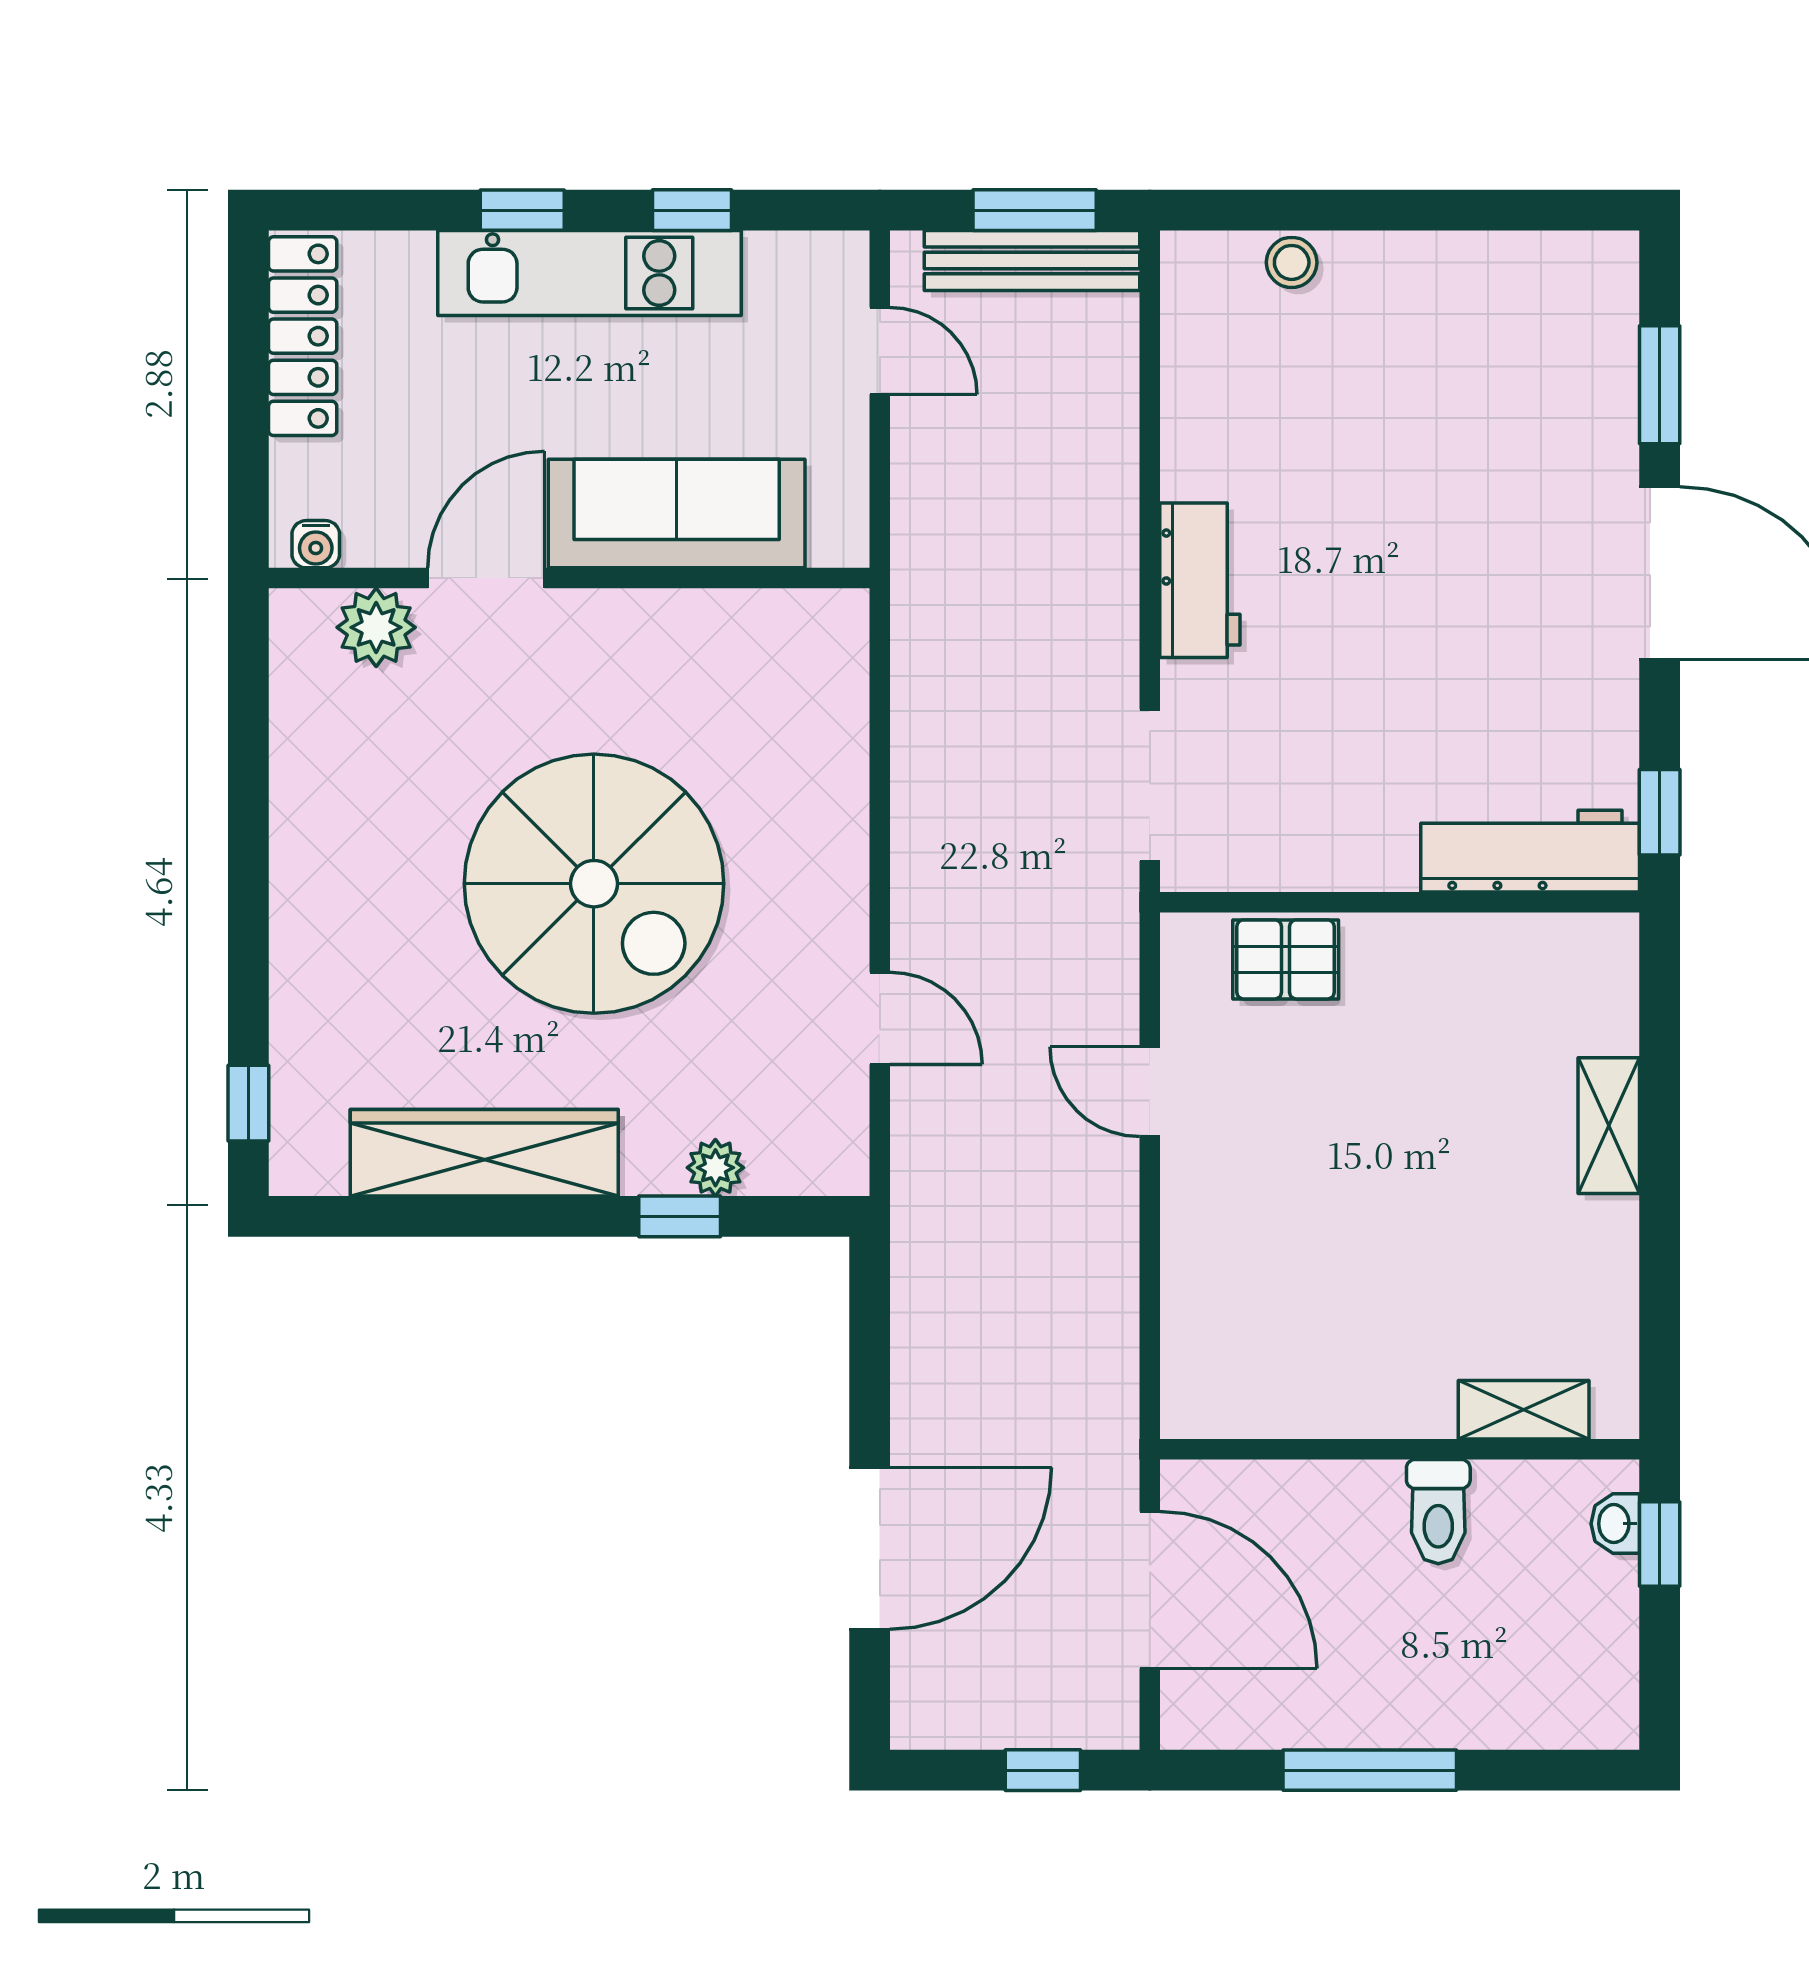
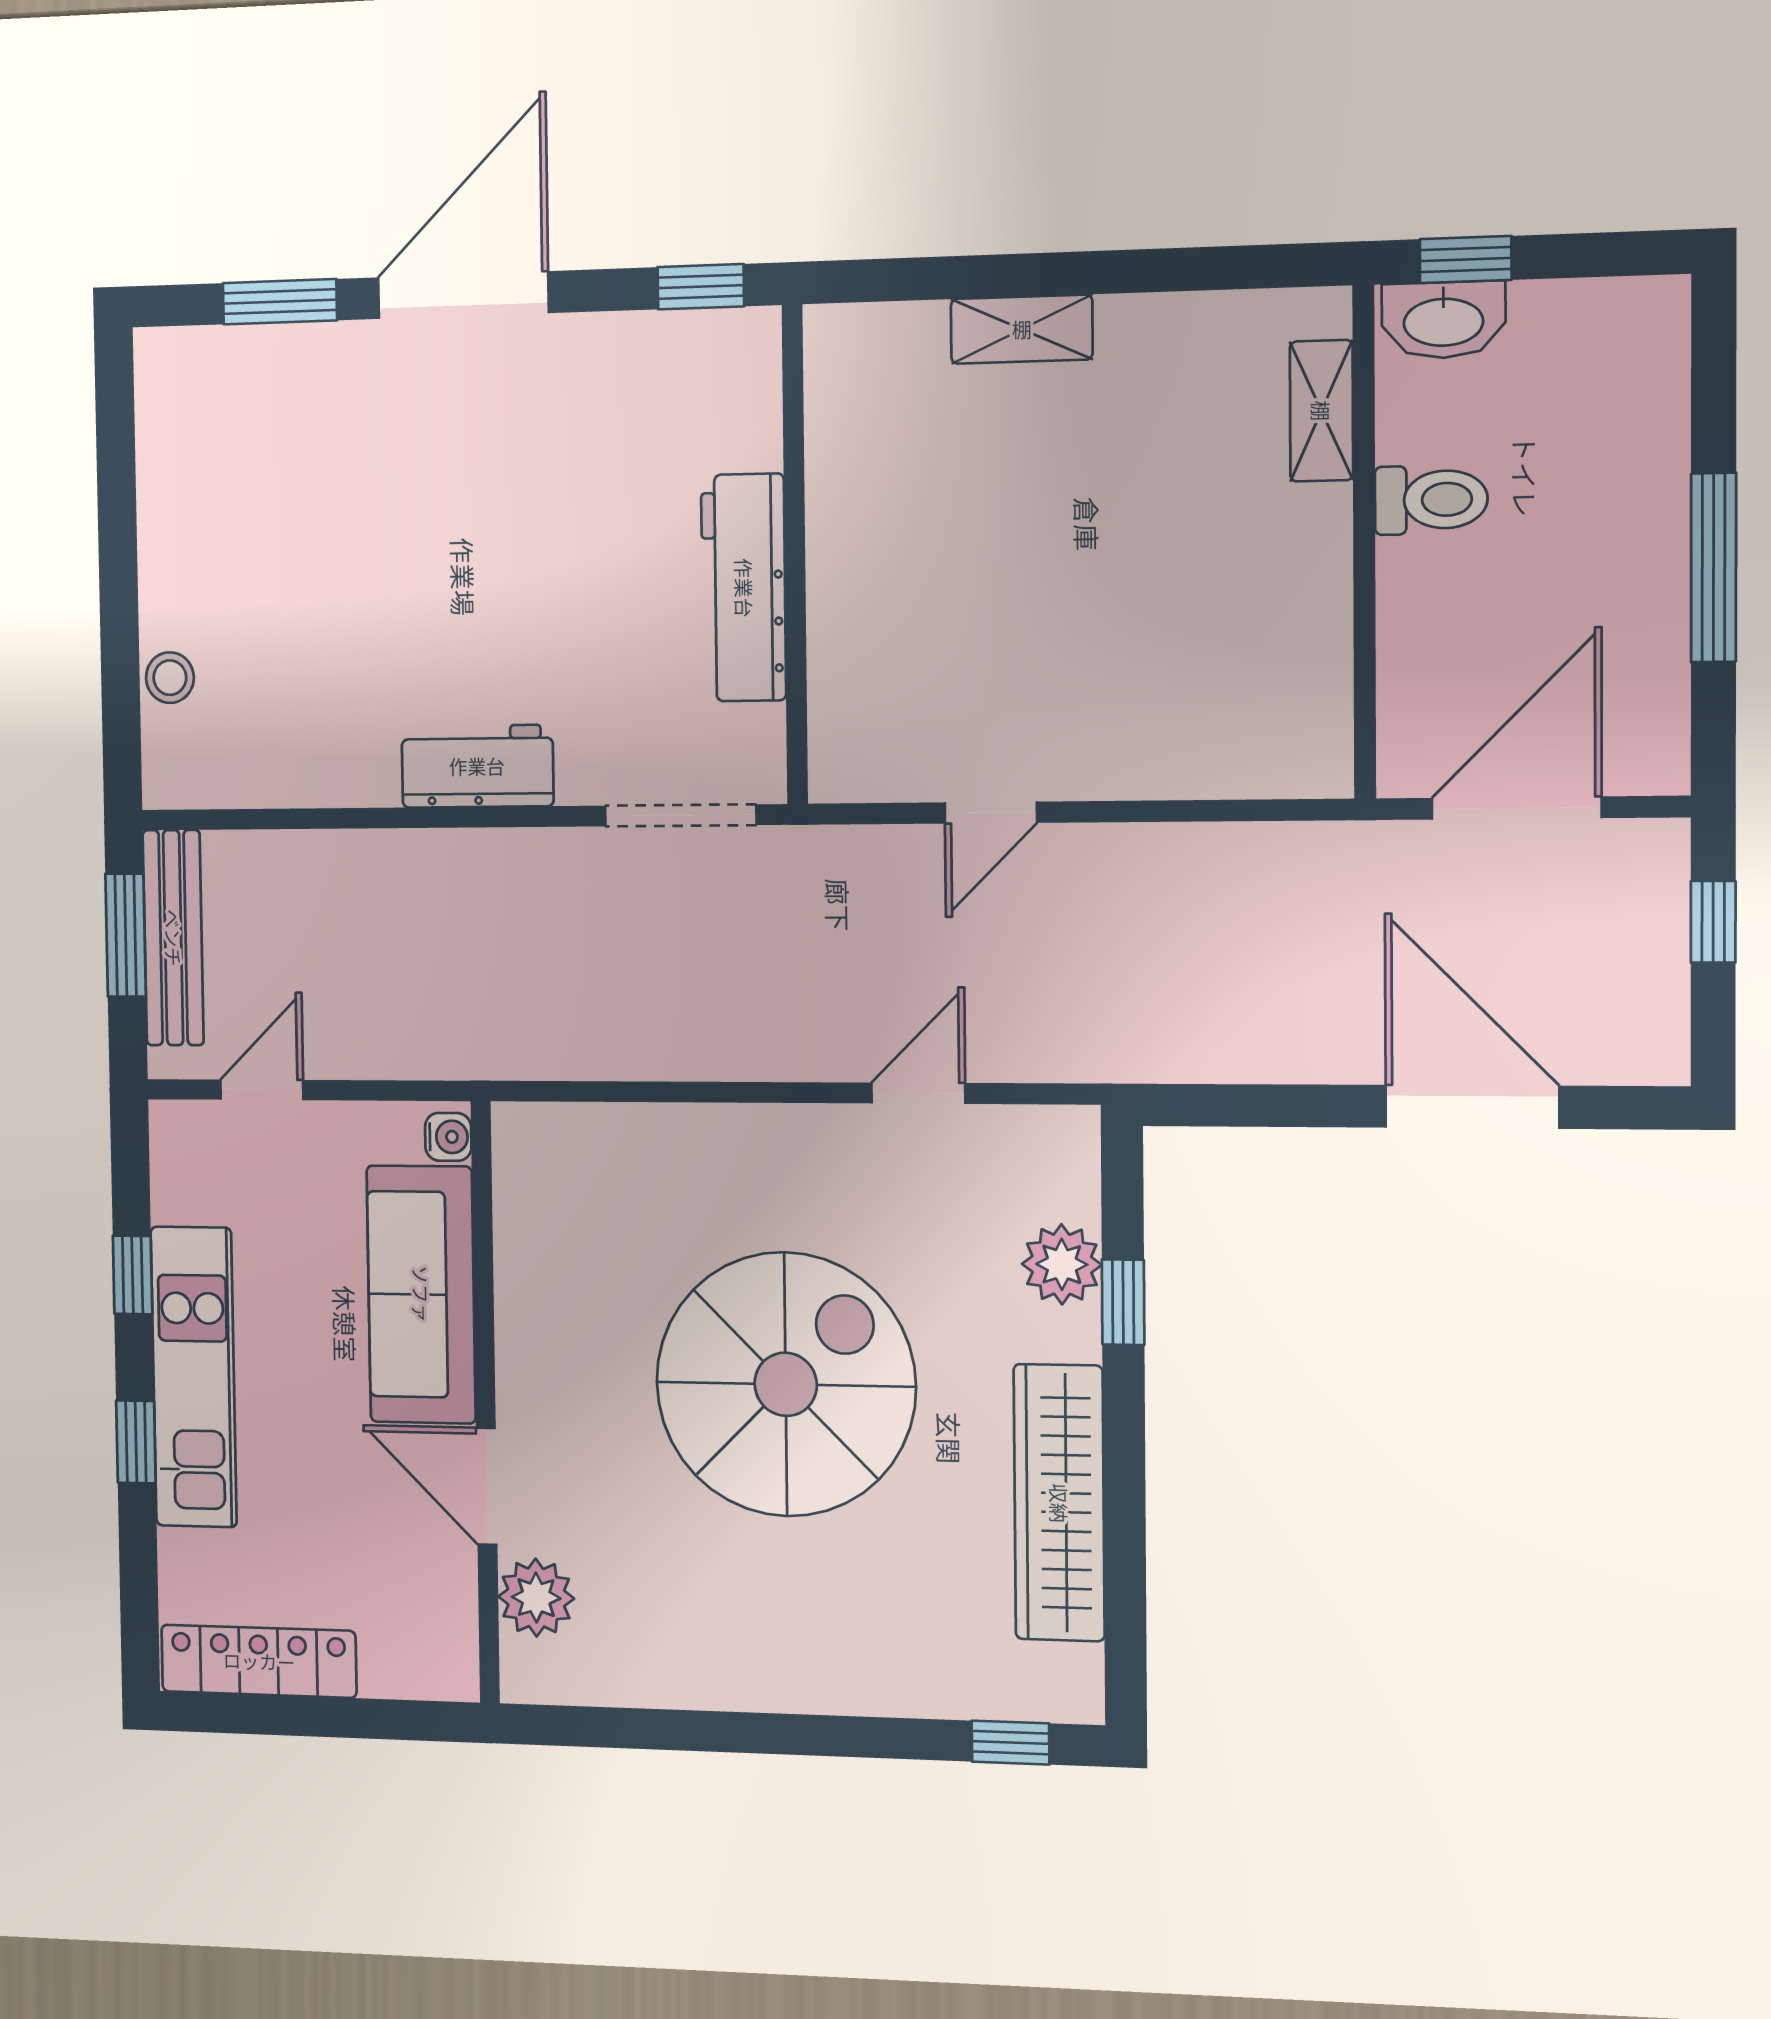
water cooler: (316, 544) -> (448, 1137), moved
workbench: (1530, 851) -> (744, 588), moved
pallet: (1286, 959) -> (854, 673), removed
plant: (715, 1168) -> (1062, 1264), width x1.38, depth x1.38
washbasin: (1615, 1524) -> (1443, 320), width x1.91, depth x1.45

